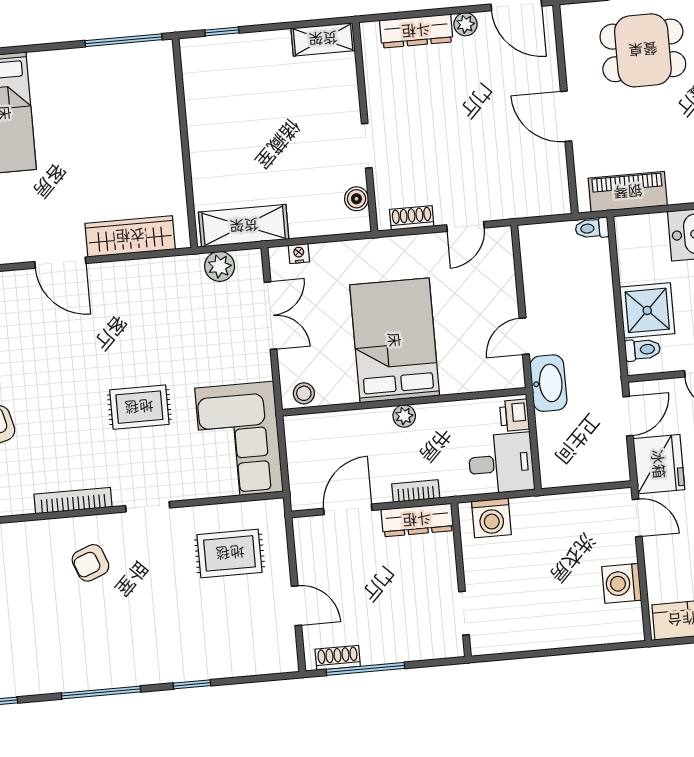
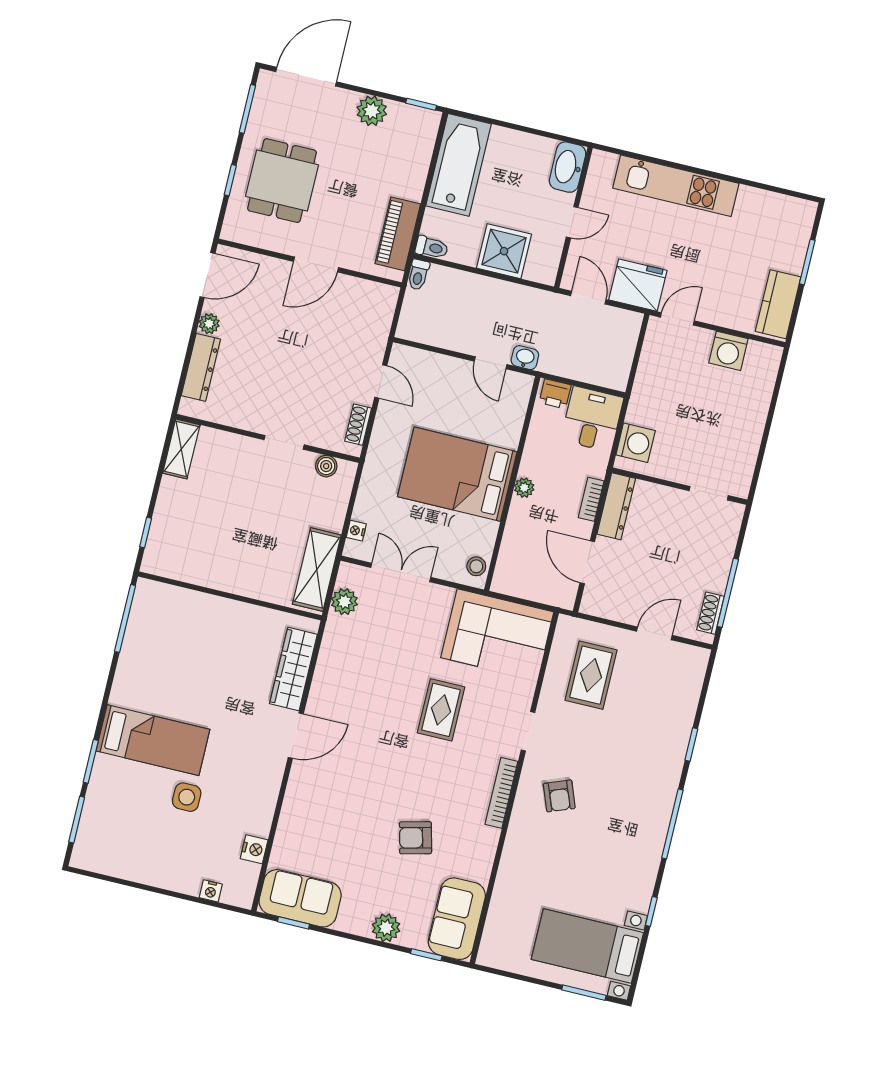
toilet: (643, 350) -> (432, 247), moved, turned 90
washbasin: (548, 383) -> (525, 358), width x0.52, depth x0.69

